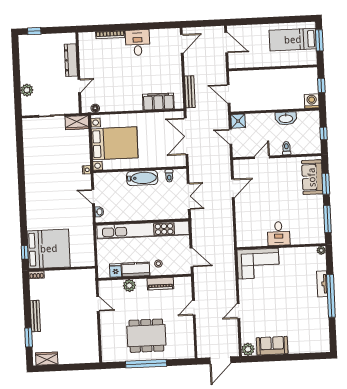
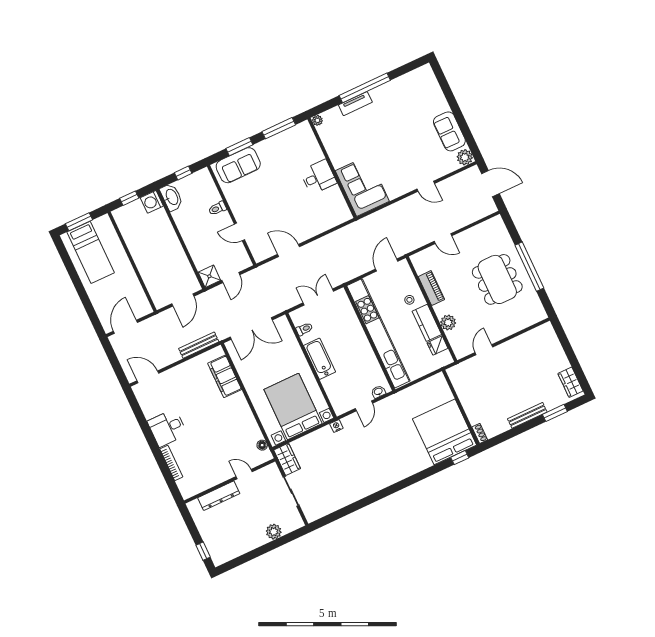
washbasin: (286, 118) -> (172, 197), moved

